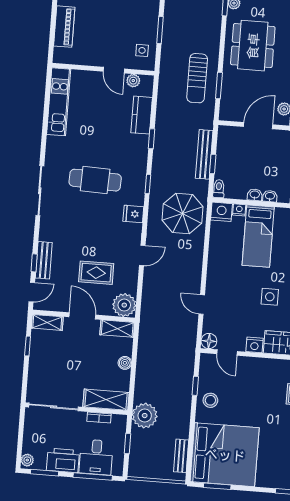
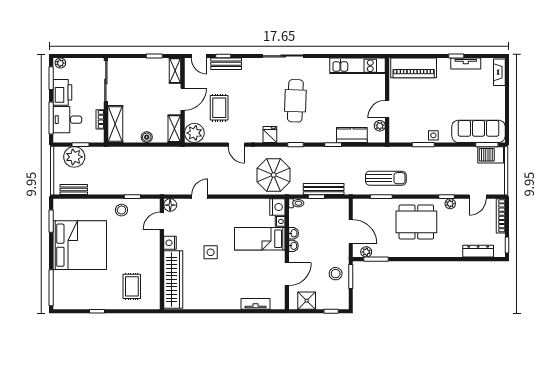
piano: (64, 27) -> (414, 68), width x1.37, depth x1.33
side table: (142, 50) -> (433, 135), moved
sun lounger: (197, 78) -> (386, 178), turned 180
plant: (145, 416) -> (74, 157), moved
bed: (225, 455) -> (80, 245), moved, turned -90

